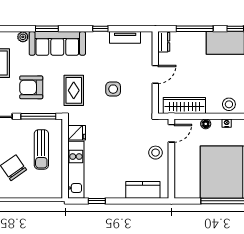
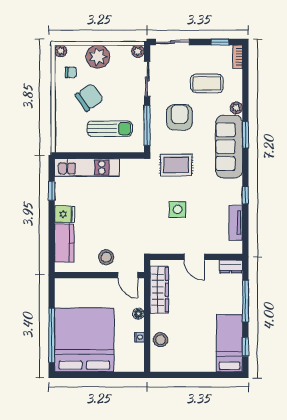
fridge: (77, 133) -> (65, 214), moved, turned -90
sun lounger: (41, 149) -> (110, 129), turned 180

